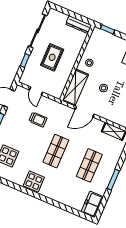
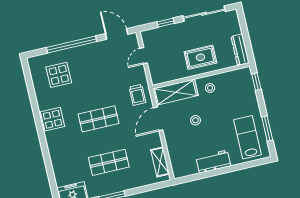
rug: (52, 57) -> (200, 57), moved
door: (85, 112) -> (158, 119), hinge flipped
trolley: (38, 119) -> (137, 95), moved

